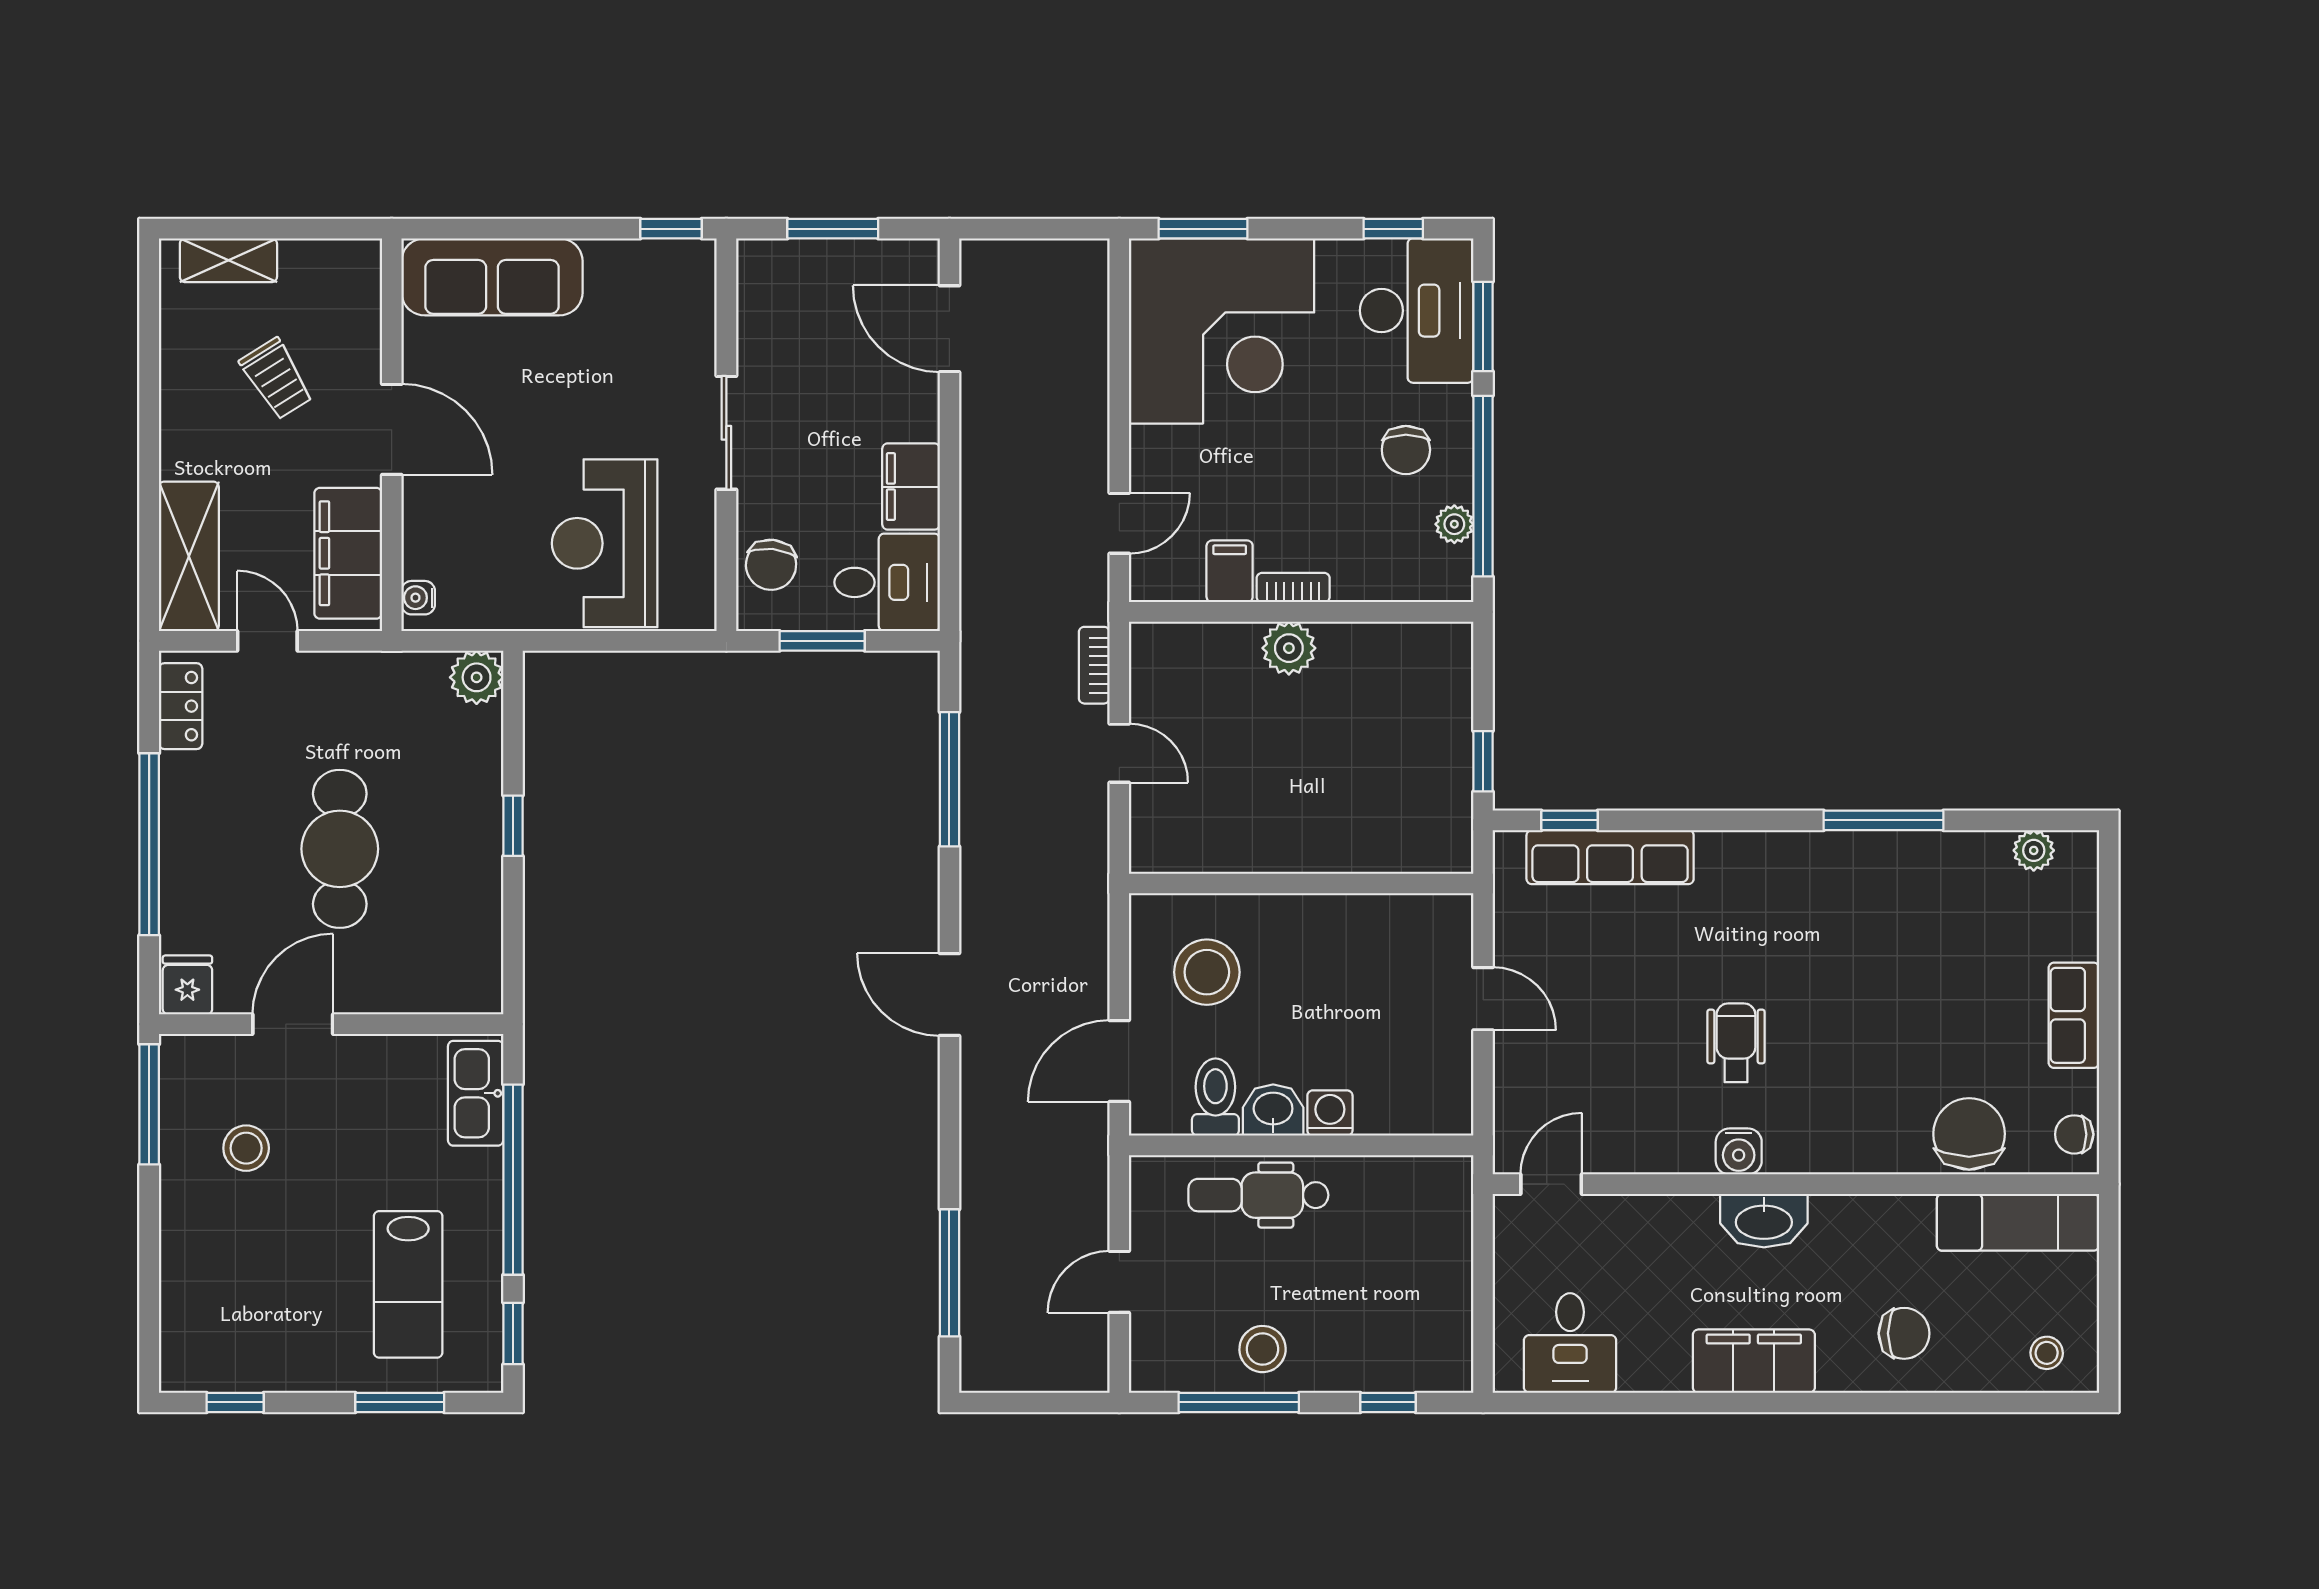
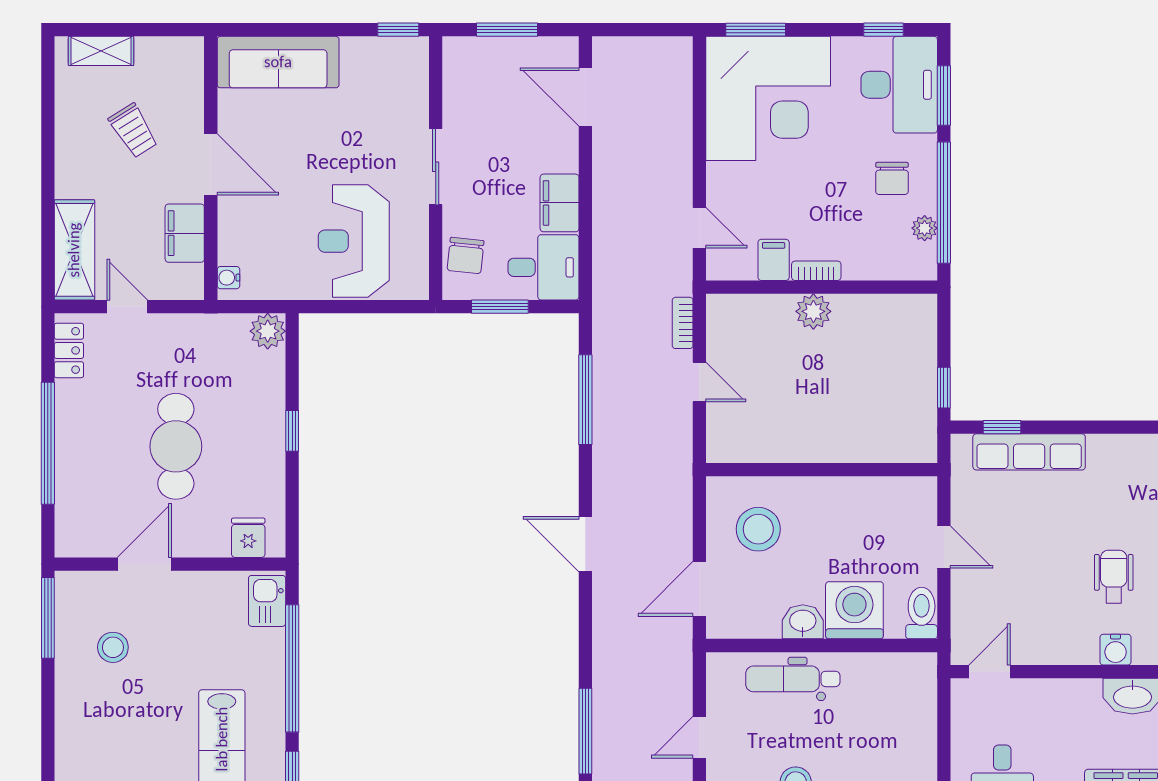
door: (1119, 523) -> (699, 228), hinge flipped
filing cabinet: (348, 553) -> (185, 233), width x0.67, depth x0.86
fridge: (187, 985) -> (248, 538), moved
kitchen sink: (476, 1093) -> (267, 601), width x0.73
toilet: (1215, 1097) -> (922, 613), moved
washing machine: (1330, 1113) -> (854, 610), width x1.89, depth x1.89

